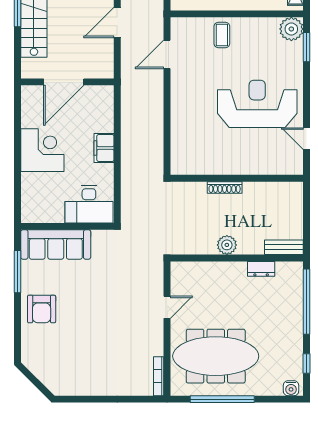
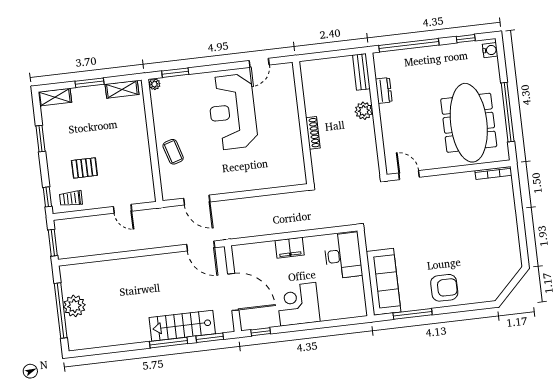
door: (117, 23) -> (201, 246), moved
plant: (291, 29) -> (154, 84), width x0.53, depth x0.53
coffee table: (222, 35) -> (173, 152), turned 73
window: (18, 51) -> (210, 338), added
window: (18, 106) -> (261, 332), added
plant: (227, 245) -> (364, 111), moved
door: (167, 307) -> (409, 175), moved

